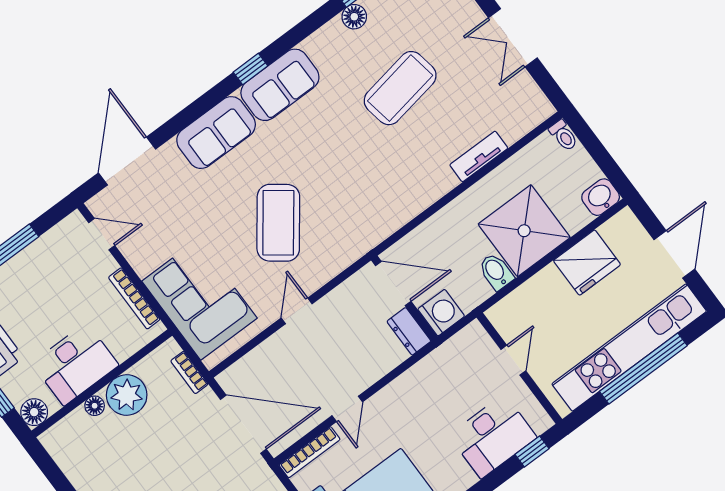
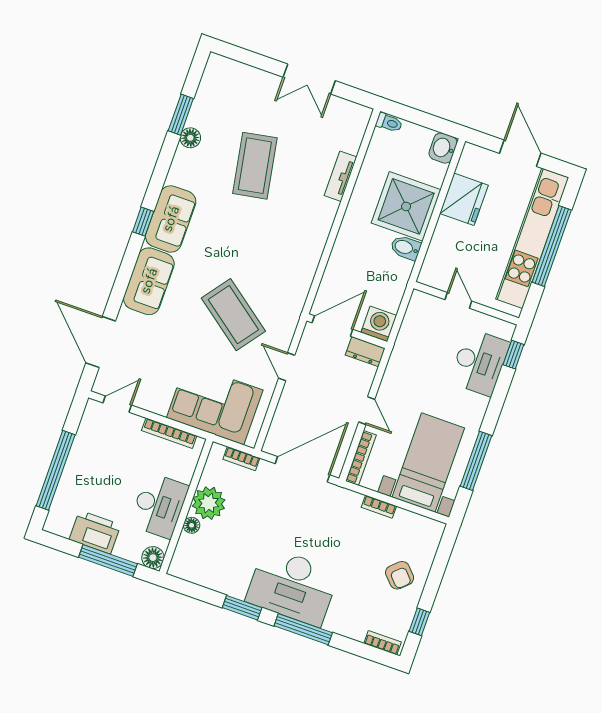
door: (393, 283) -> (332, 326), moved
wall: (404, 298) -> (347, 331), moved
washing machine: (441, 313) -> (379, 324), moved
dresser: (409, 331) -> (365, 352), moved

